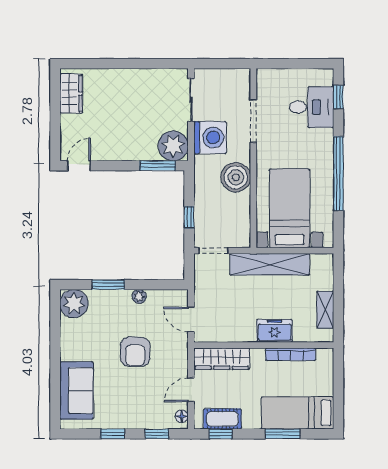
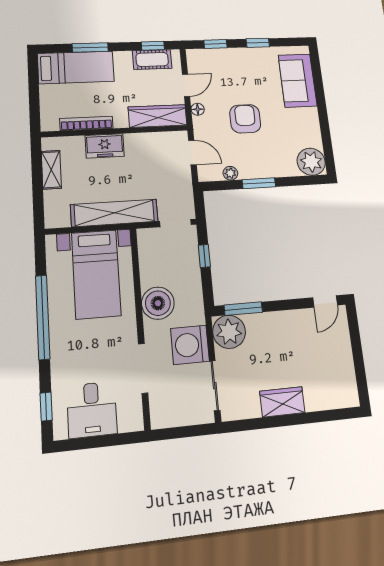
wardrobe: (71, 93) -> (282, 402), moved, turned 90
desk: (312, 107) -> (92, 410), moved, turned -90
window: (108, 285) -> (259, 183), moved
plant: (139, 296) -> (230, 173), moved
floor lamp: (182, 416) -> (198, 109), moved

